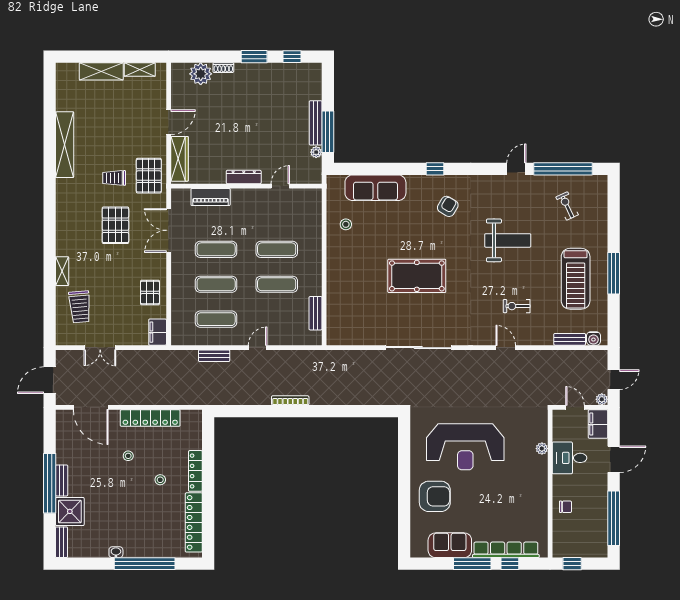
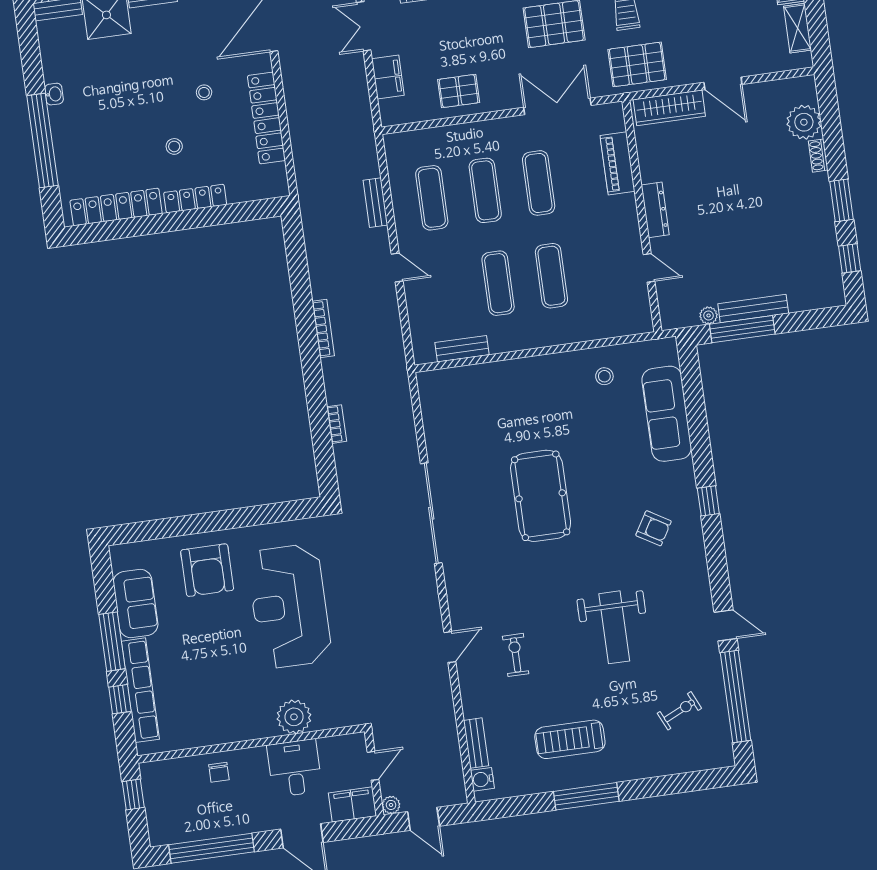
treadmill: (576, 279) -> (570, 739), width x0.73, depth x0.73
filing cabinet: (158, 332) -> (388, 77), moved, turned 90
bookcase: (353, 400) -> (337, 424), added
plant: (542, 449) -> (294, 717), width x1.88, depth x1.88

